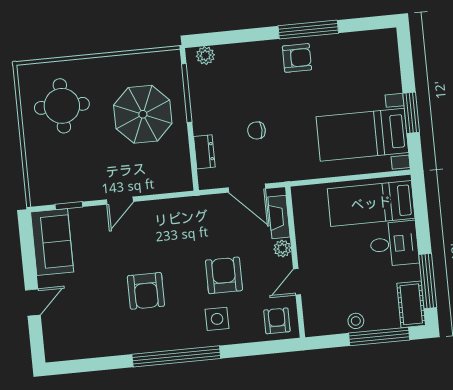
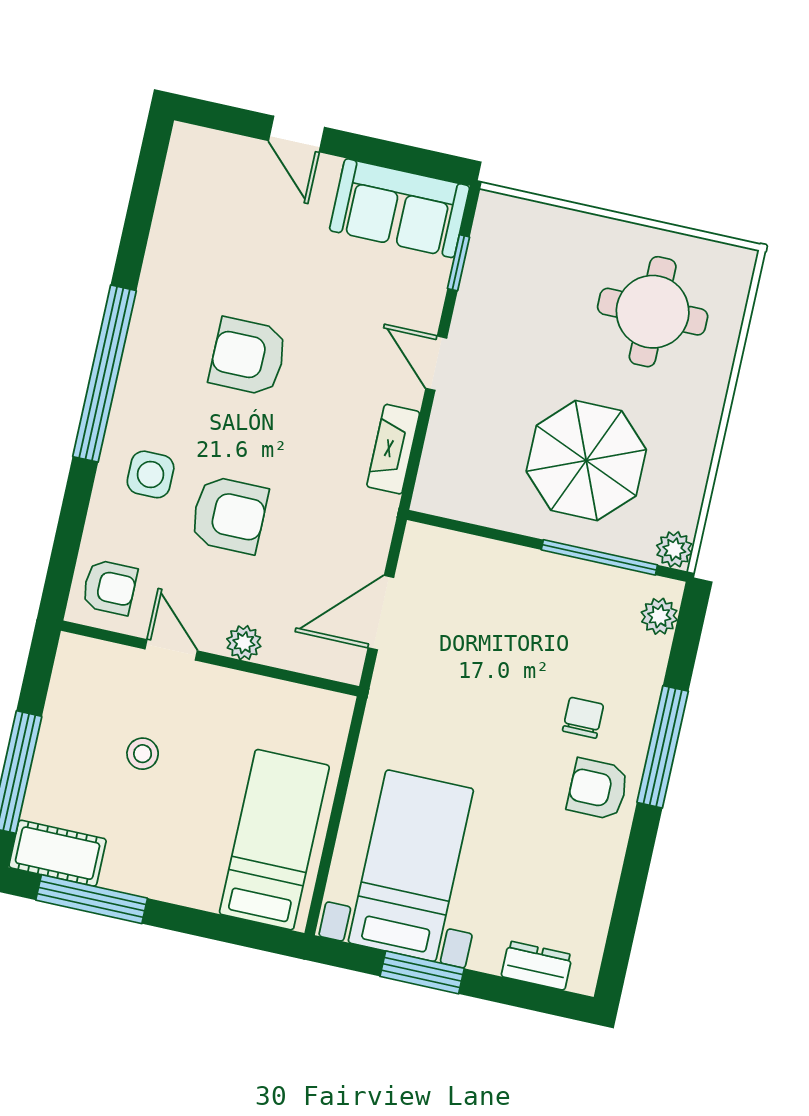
window: (308, 30) -> (663, 747), moved
armchair: (297, 58) -> (598, 789), turned 90
plant: (171, 59) -> (674, 549), added
chair: (256, 130) -> (583, 718), moved
dresser: (204, 152) -> (537, 966), moved, turned 180
fireplace: (279, 217) -> (393, 449), moved, turned -90
desk: (394, 244) -> (183, 858), removed
stool: (356, 321) -> (143, 754), moved

